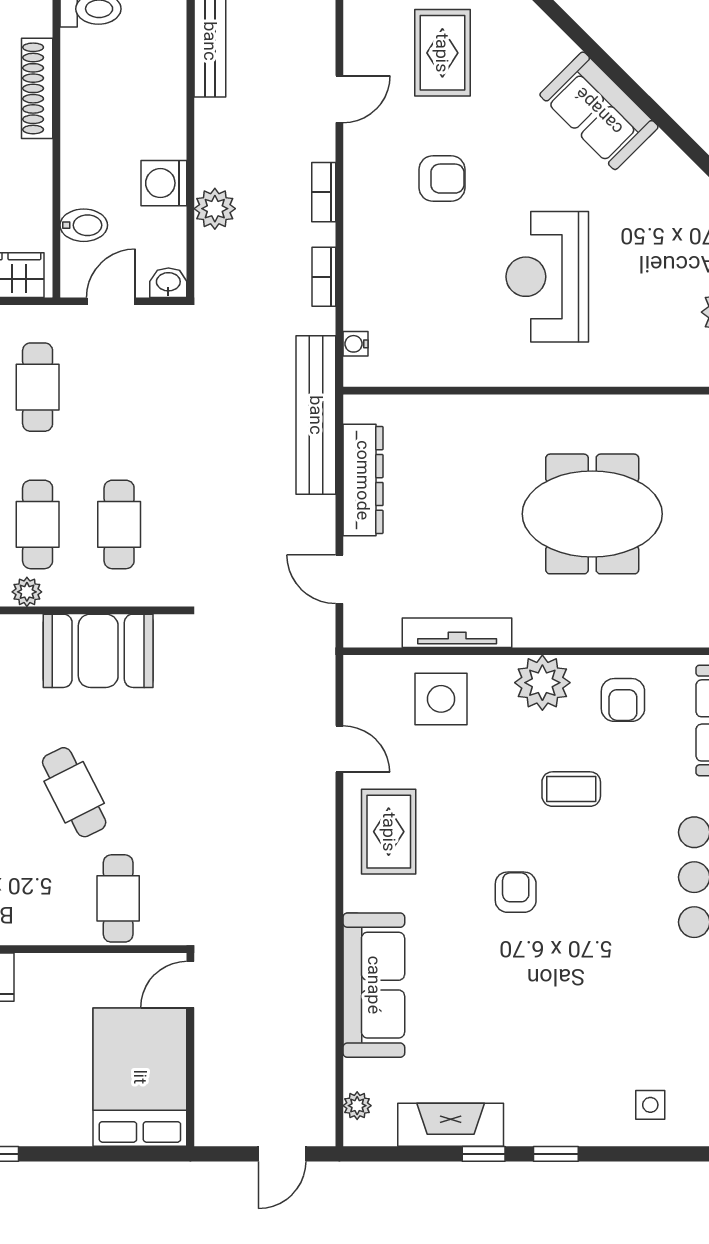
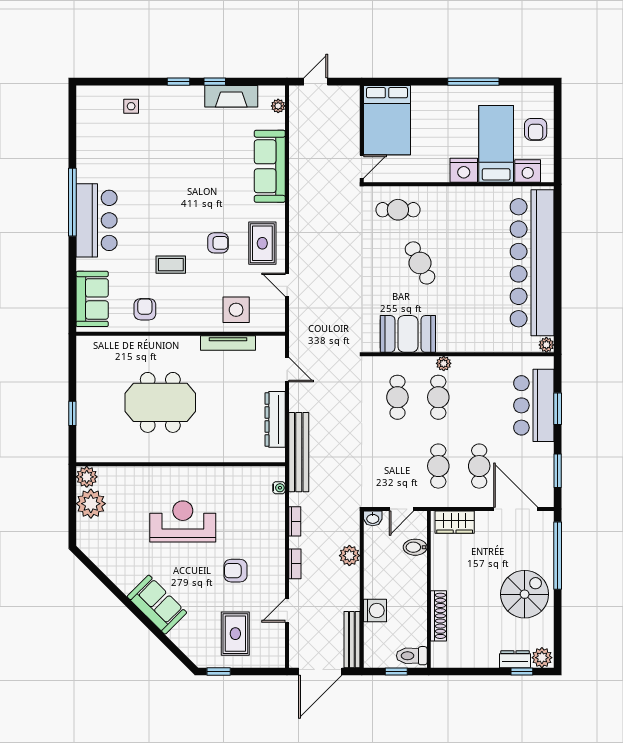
washing machine: (164, 183) -> (375, 610), moved
reception desk: (547, 277) -> (183, 521), turned -90
plant: (542, 683) -> (185, 318), removed
armchair: (516, 892) -> (218, 243), moved, turned -90
cafe table: (118, 898) -> (398, 210), turned 90

